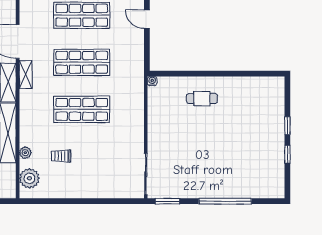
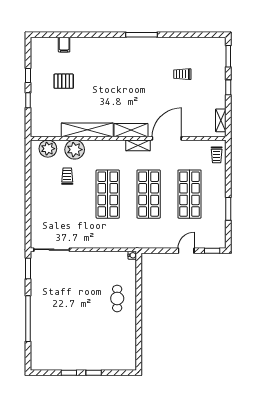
plant: (25, 153) -> (75, 150), width x1.87, depth x1.87

